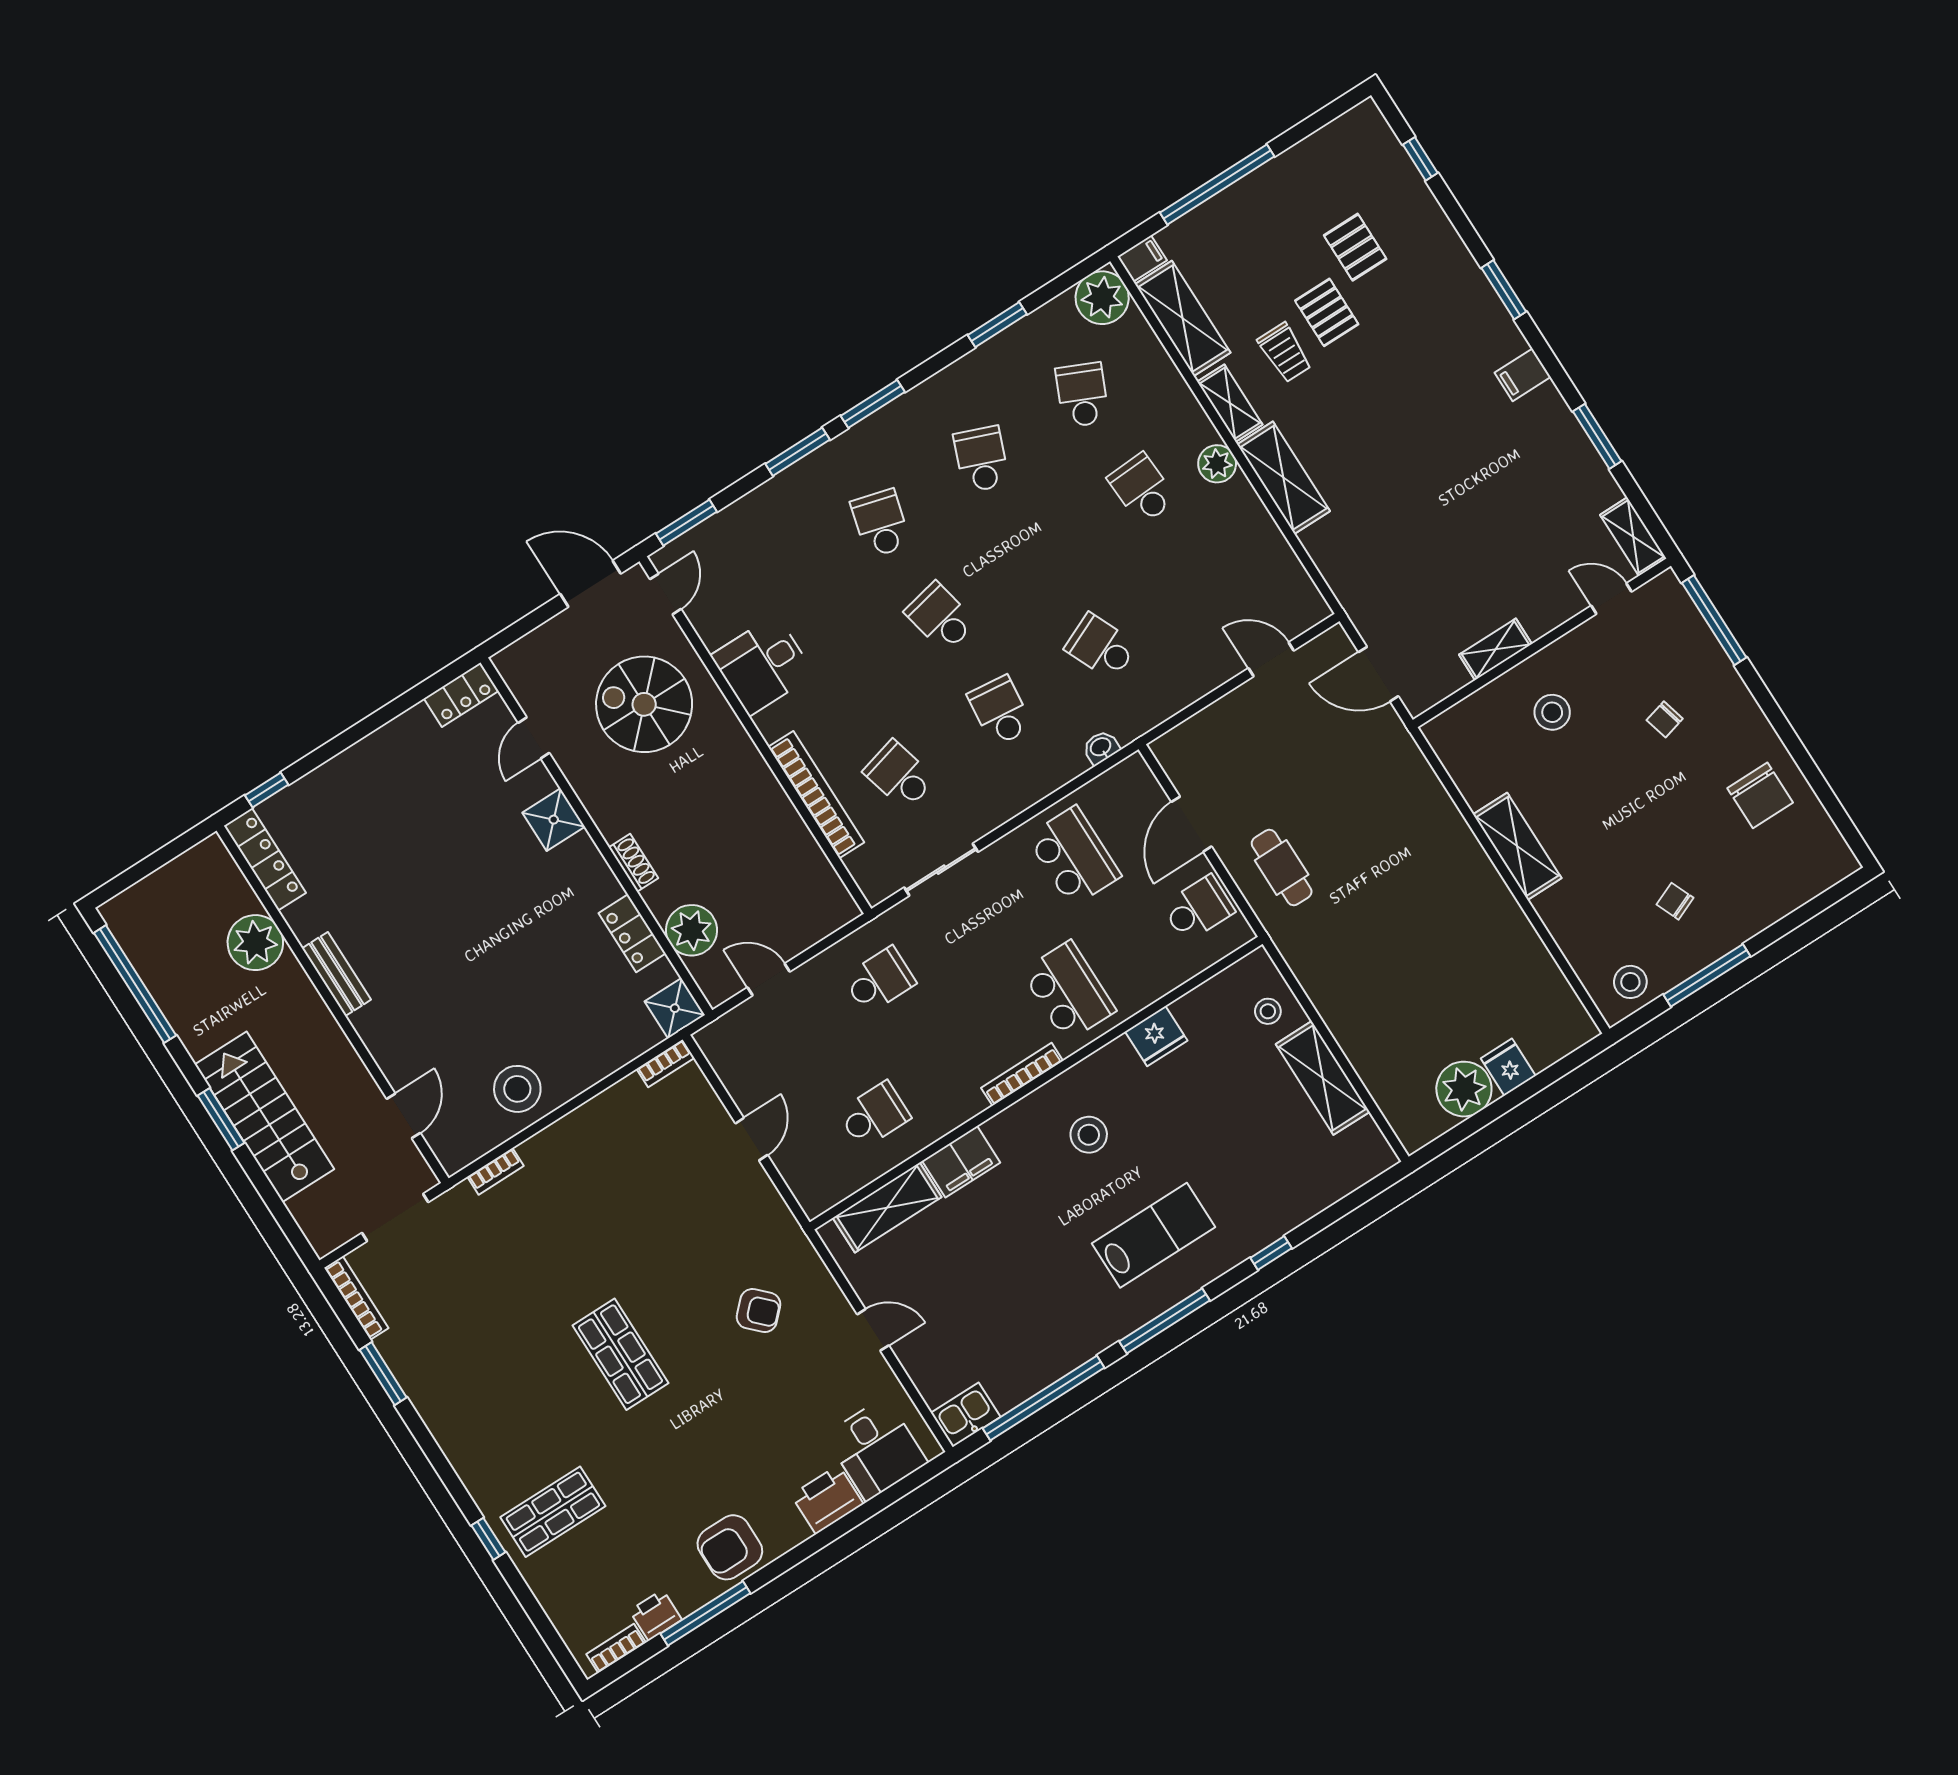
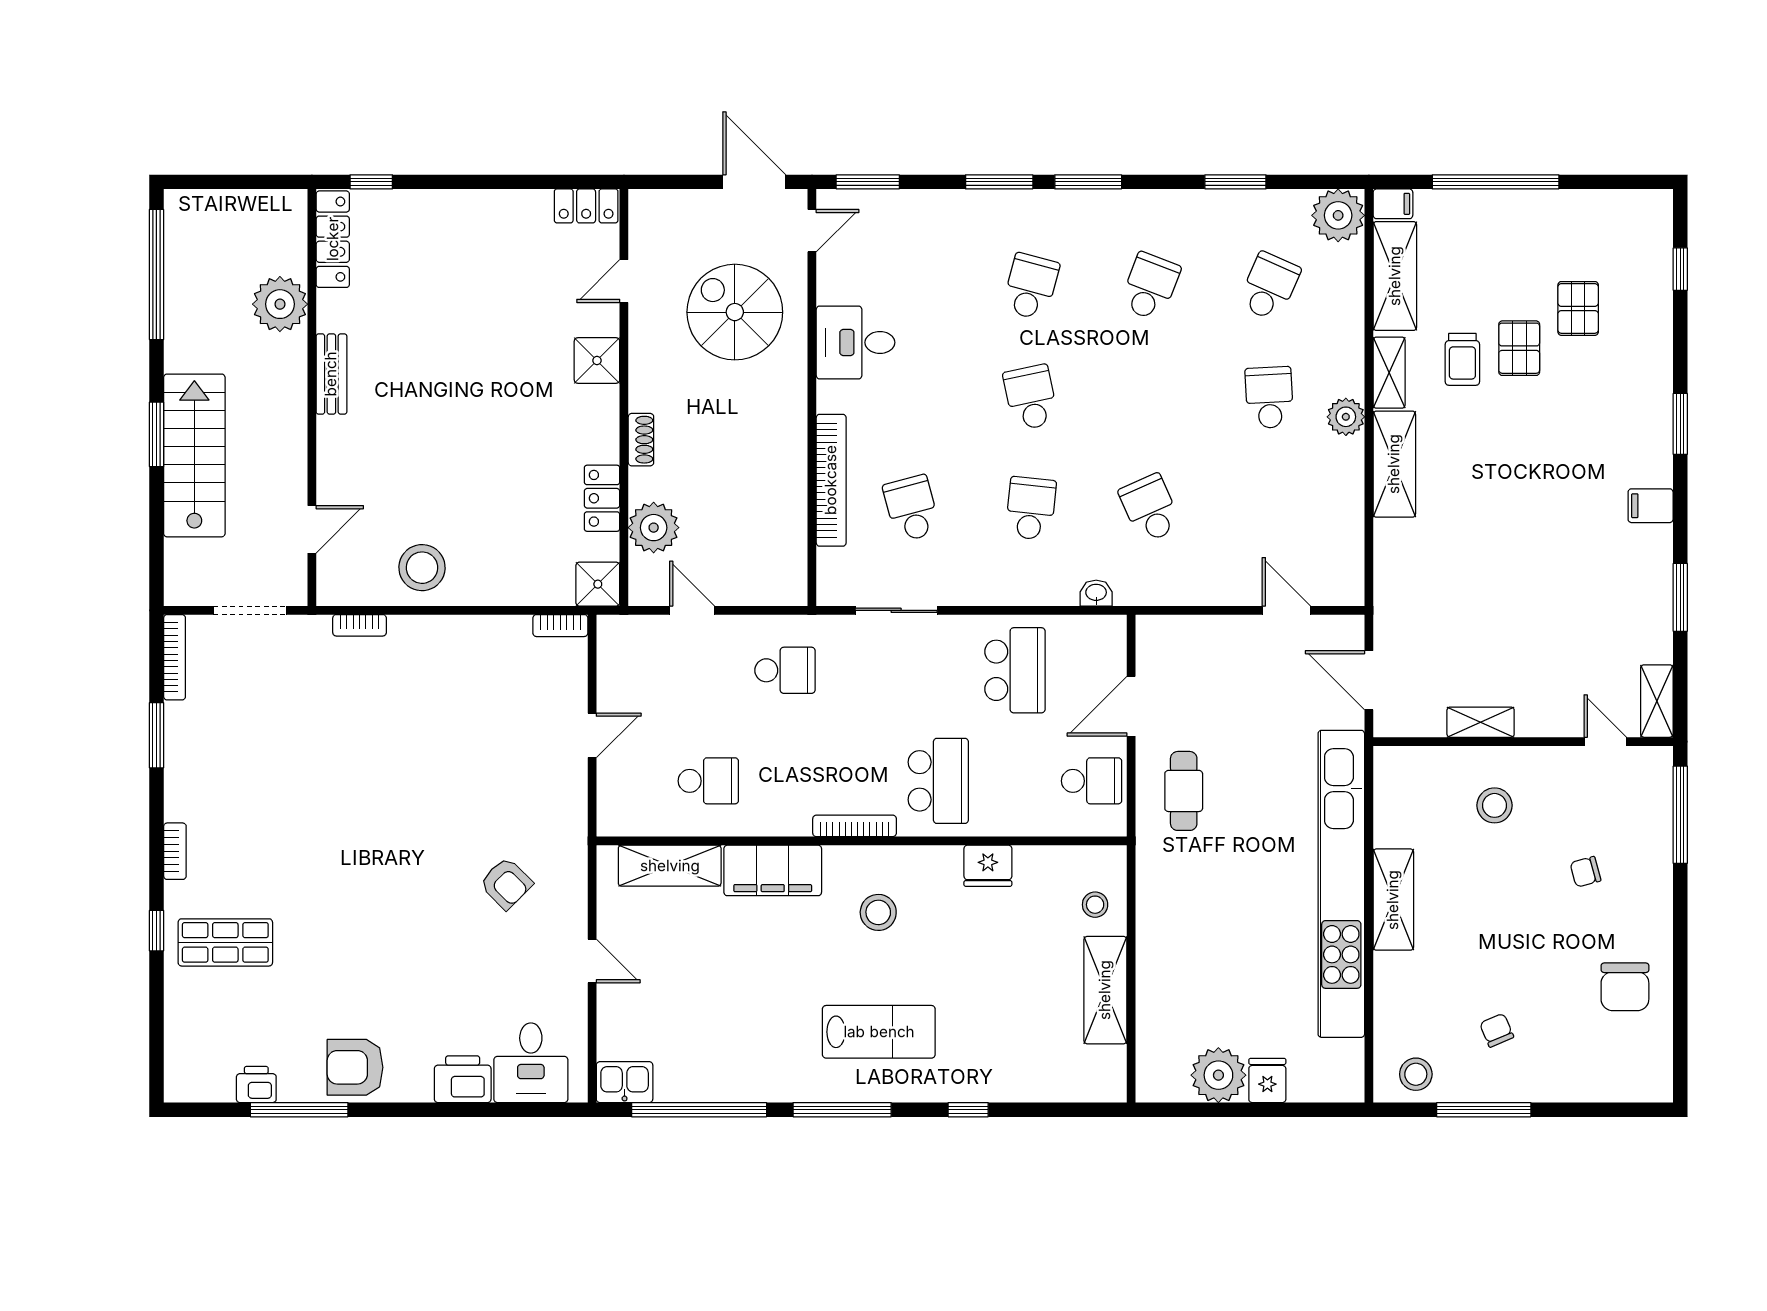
kitchen unit: (1465, 861) -> (1341, 884), added
filing cabinet: (961, 1162) -> (773, 870), width x1.50, depth x1.17
shop shelf: (620, 1354) -> (367, 846), removed
bookcase: (616, 1648) -> (175, 851), moved, turned 90

